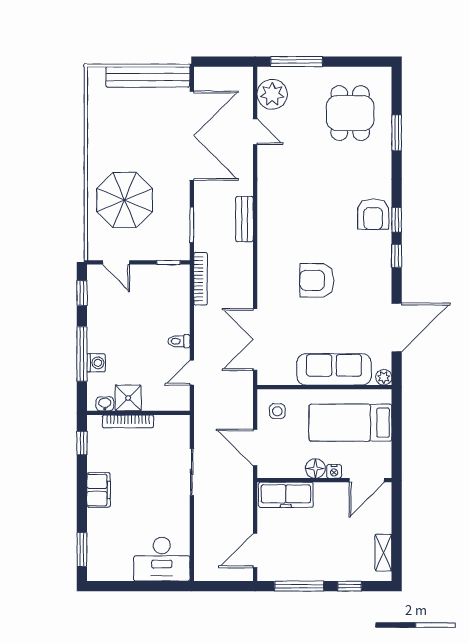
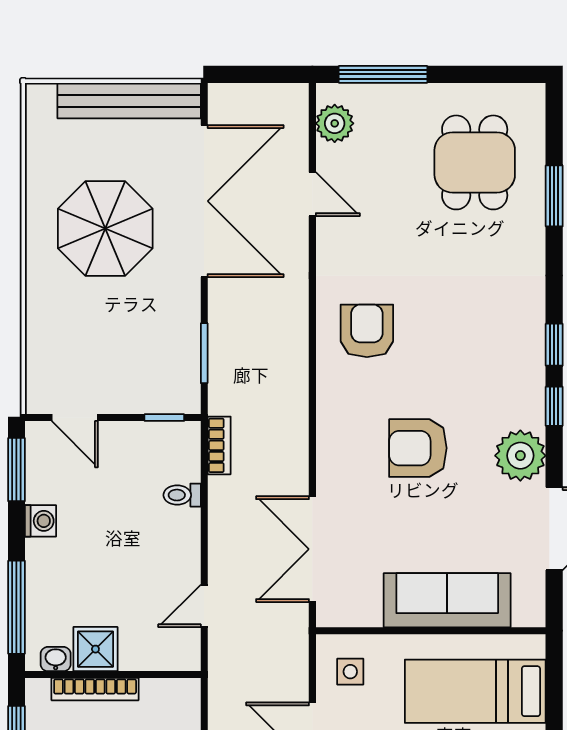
plant: (272, 94) -> (335, 123), width x0.73, depth x0.73
parasol: (125, 200) -> (105, 229), moved
armchair: (373, 214) -> (367, 331), moved, turned 180
bench: (244, 219) -> (294, 343), removed
bookcase: (201, 279) -> (219, 445), width x0.64
window: (82, 293) -> (16, 470), width x1.50
toilet: (179, 341) -> (182, 495), moved
window: (82, 354) -> (16, 607), moved
washing machine: (96, 363) -> (41, 521), moved
plant: (384, 377) -> (520, 456), moved, width x1.88, depth x1.88

